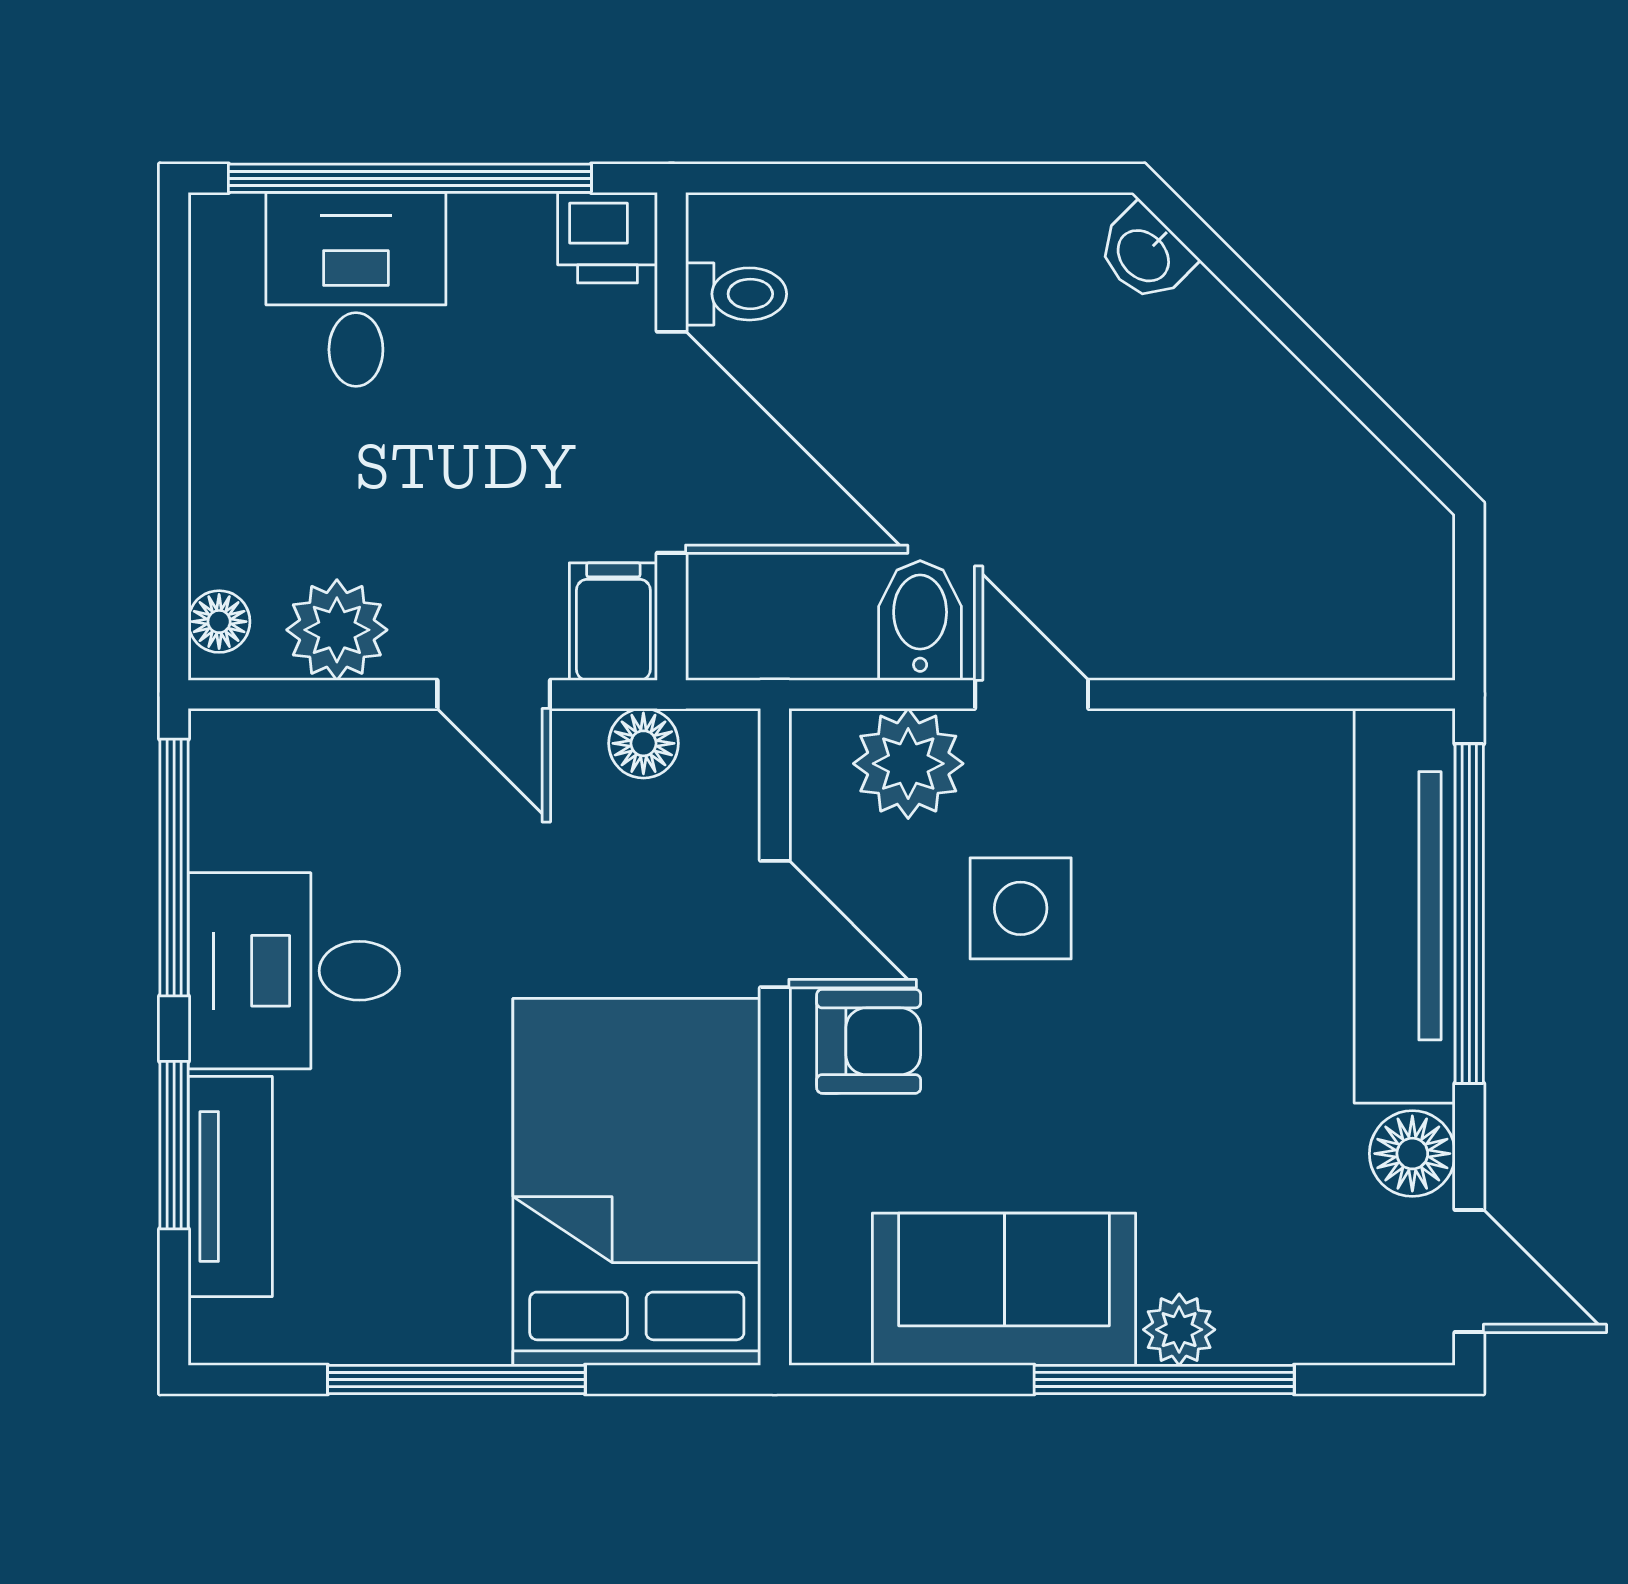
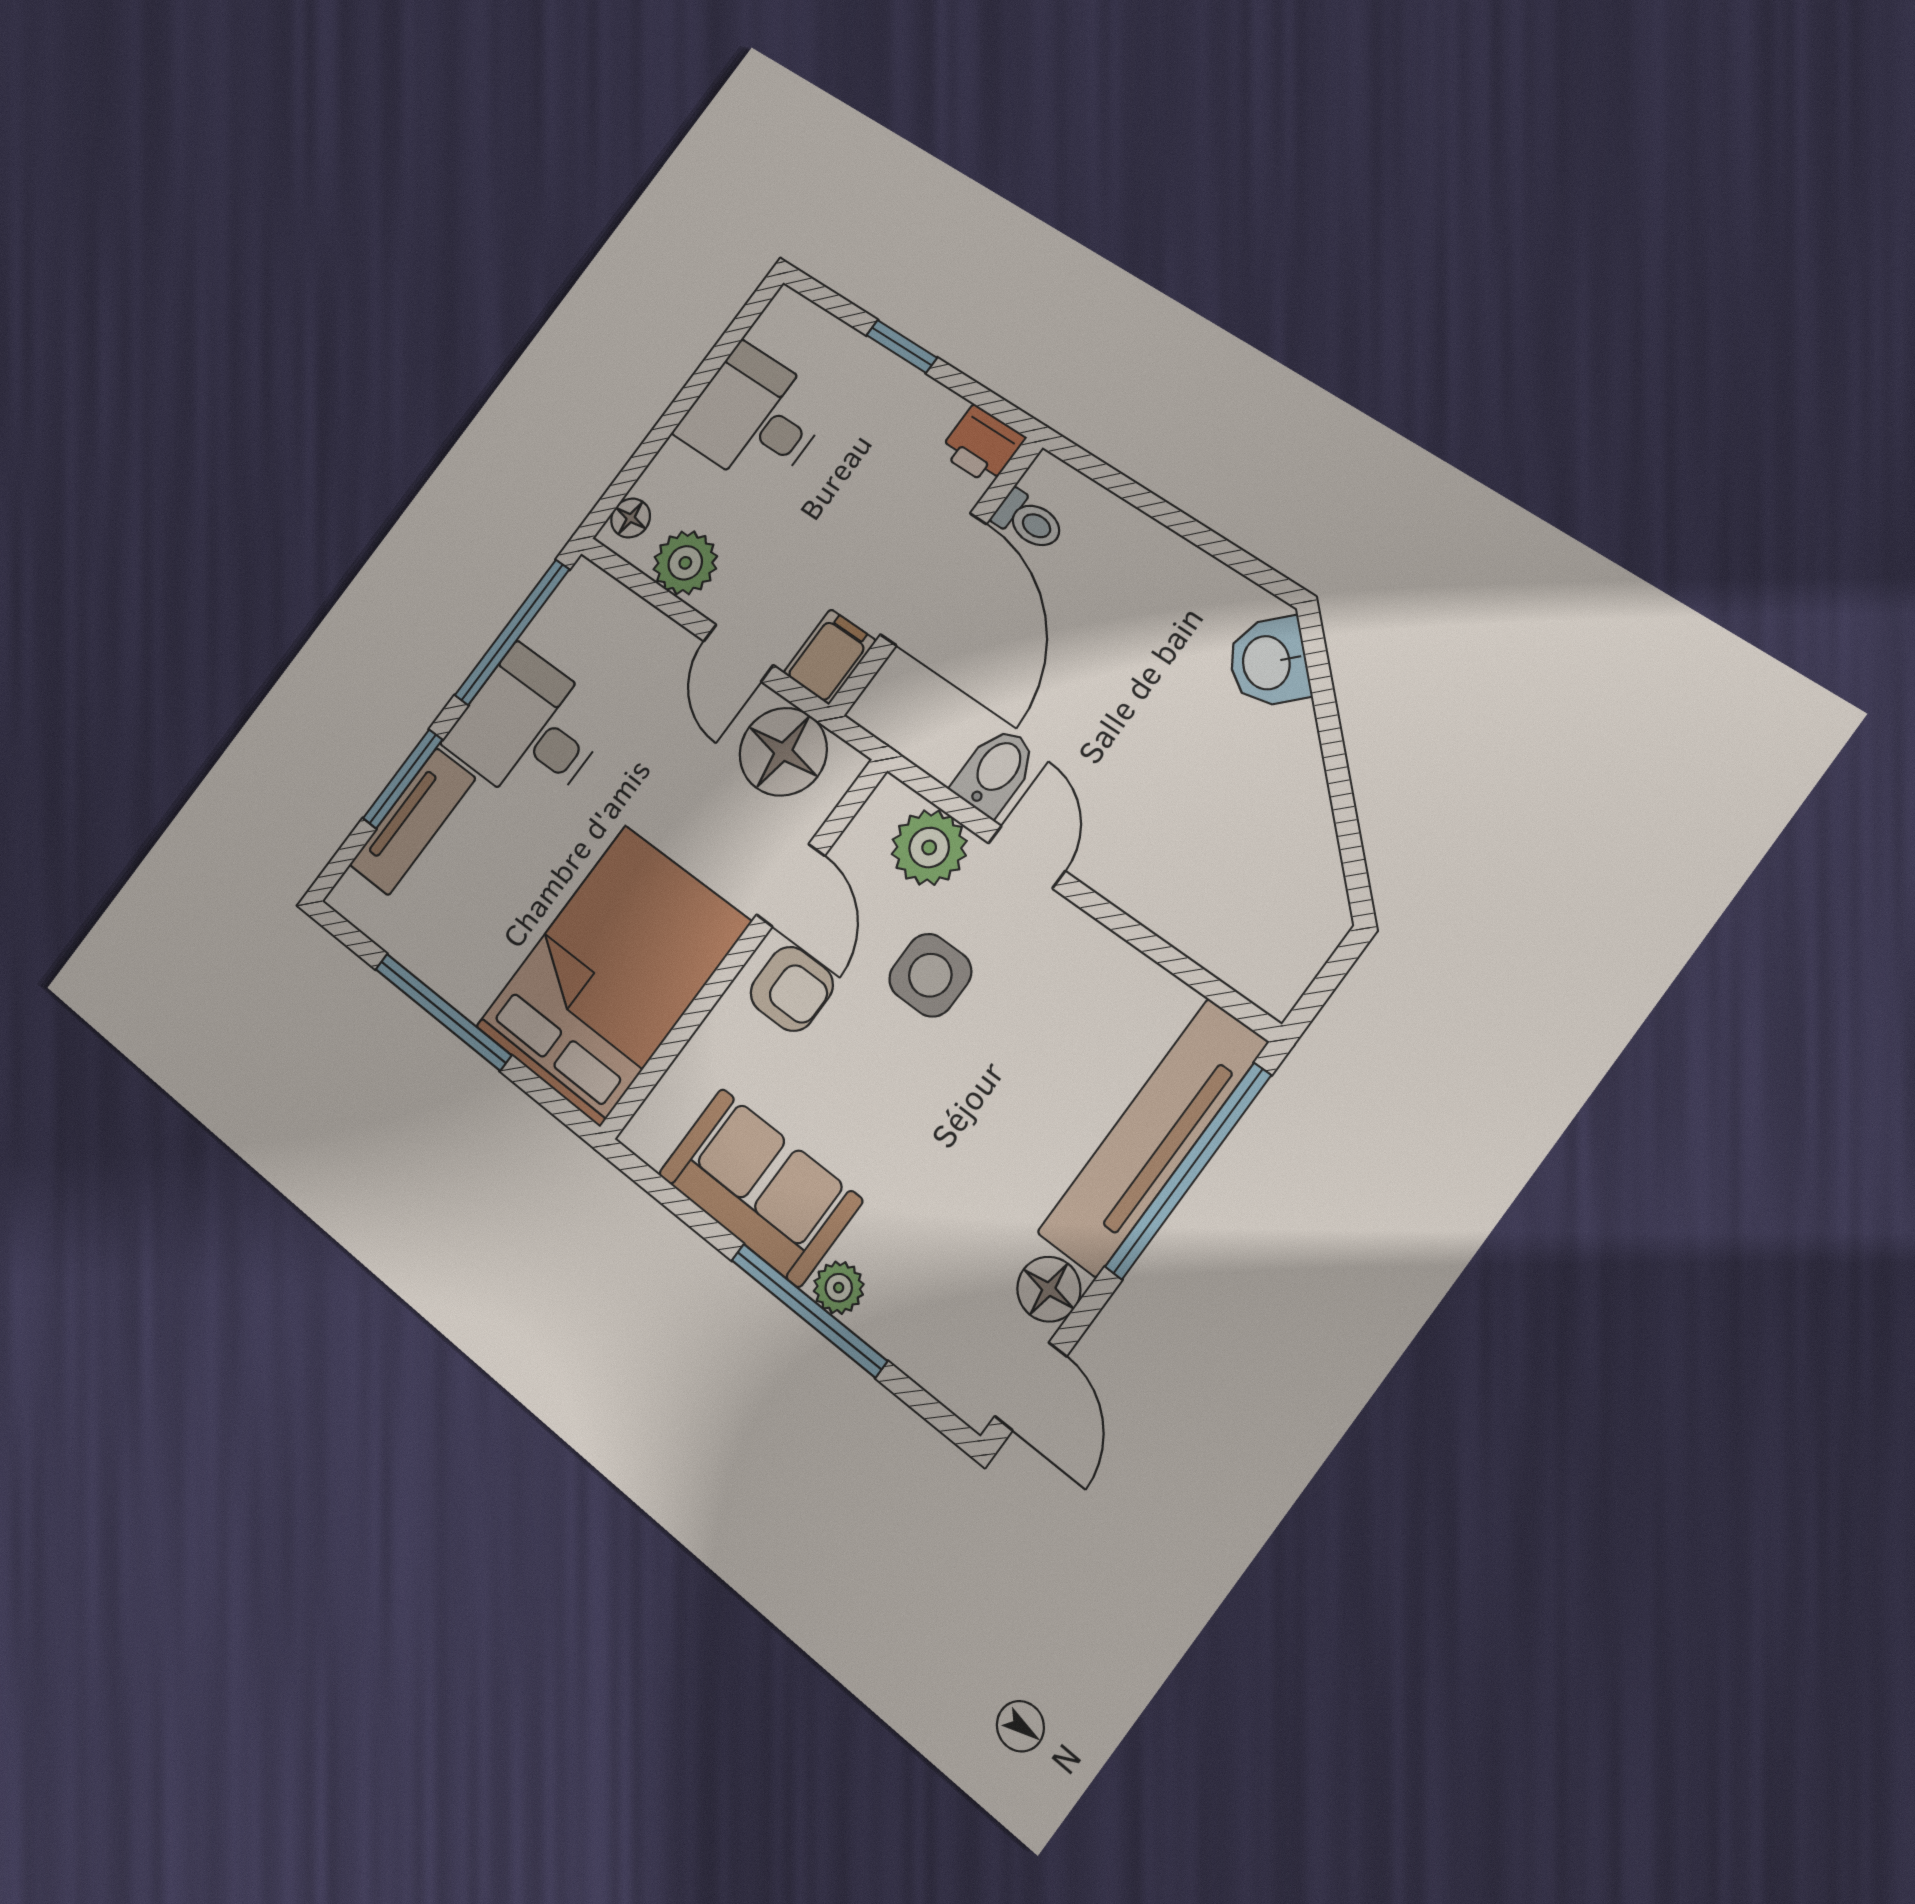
window: (410, 178) -> (902, 346), width x0.32
washbasin: (1145, 254) -> (1268, 662), width x1.38, depth x1.45
desk: (356, 289) -> (754, 418), moved, turned -90
floor lamp: (643, 743) -> (783, 752), width x1.89, depth x1.89

